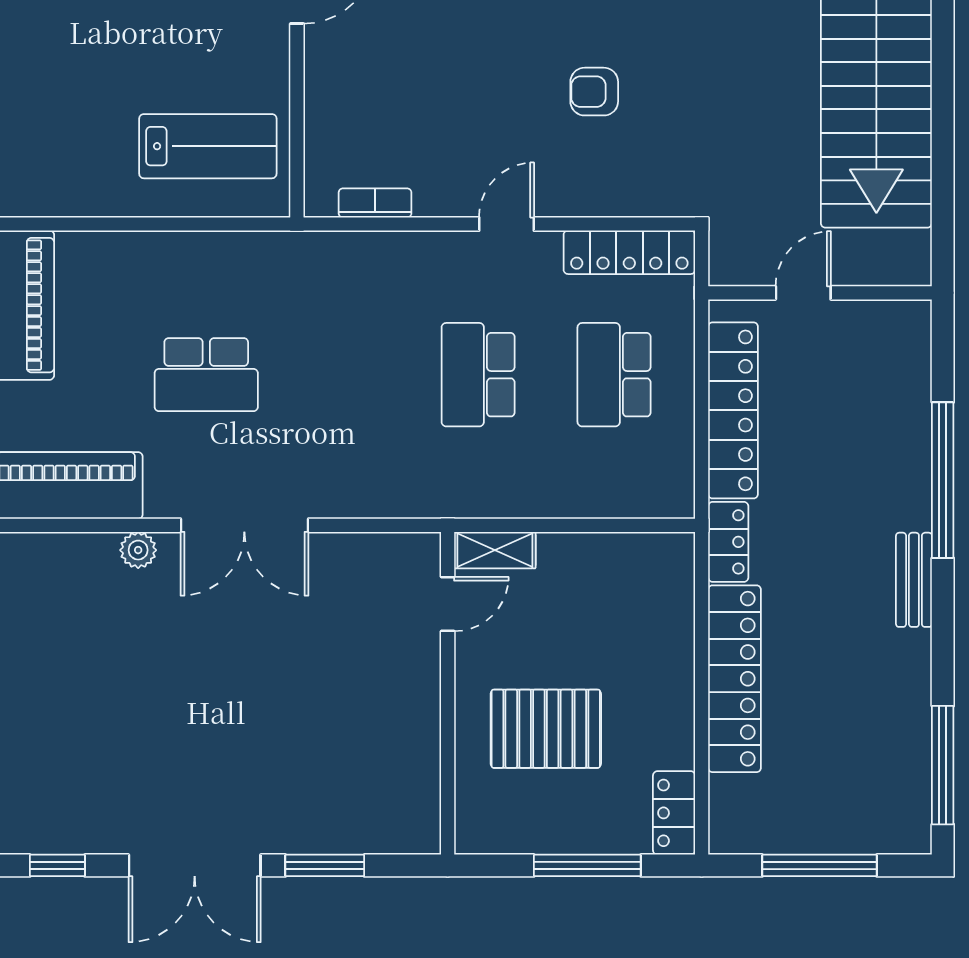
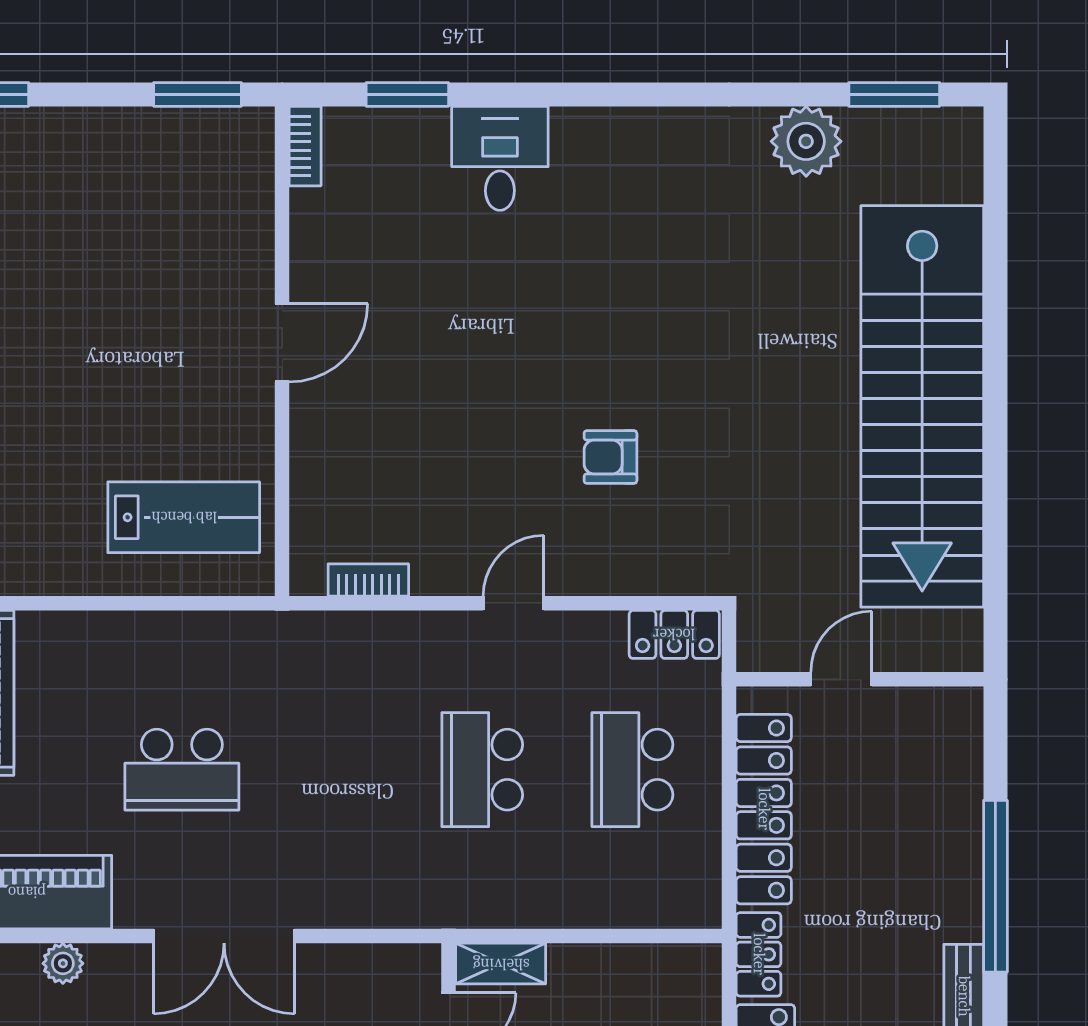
locker: (629, 252) -> (674, 634), width x0.66
plant: (138, 550) -> (63, 963), moved

